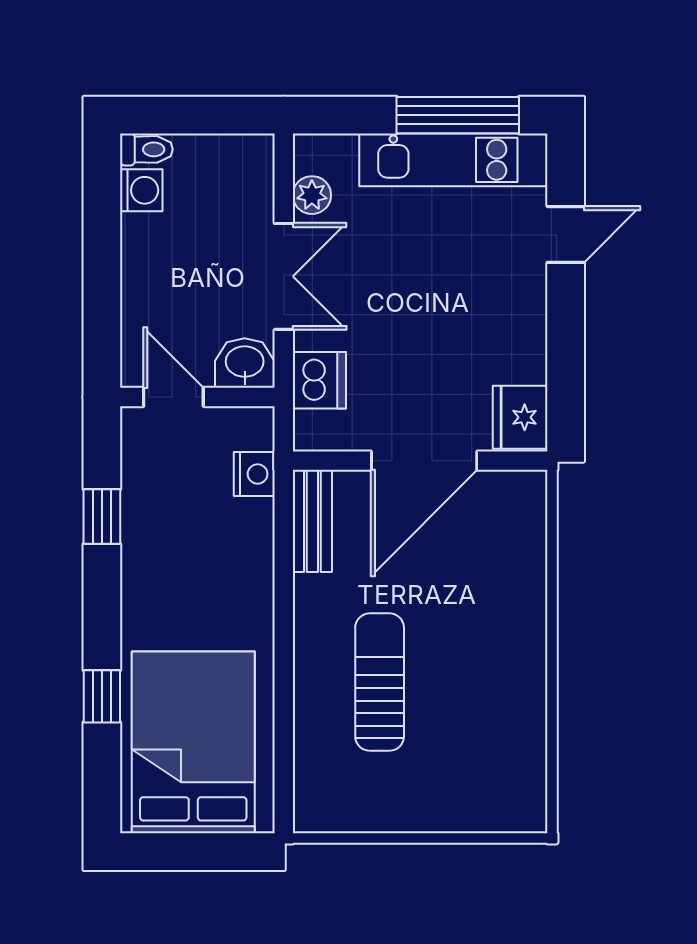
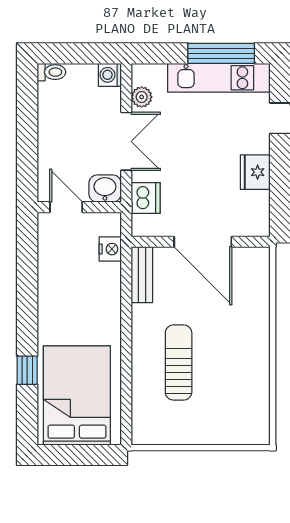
washing machine: (141, 190) -> (110, 75), moved, turned 180
fridge: (520, 417) -> (255, 172), moved
door: (424, 461) -> (203, 242), hinge flipped
window: (102, 517) -> (27, 272), removed

